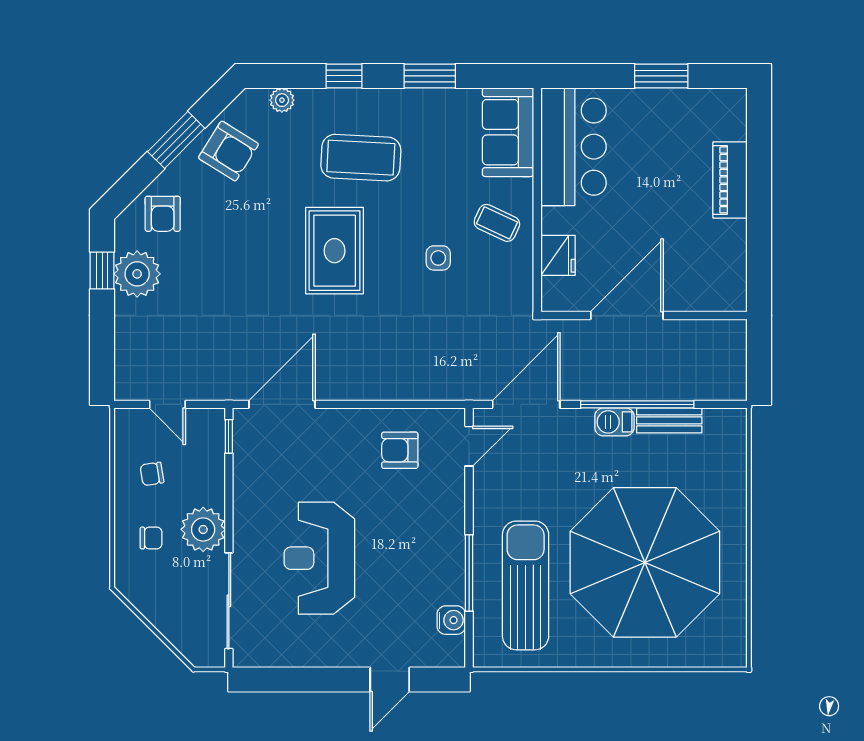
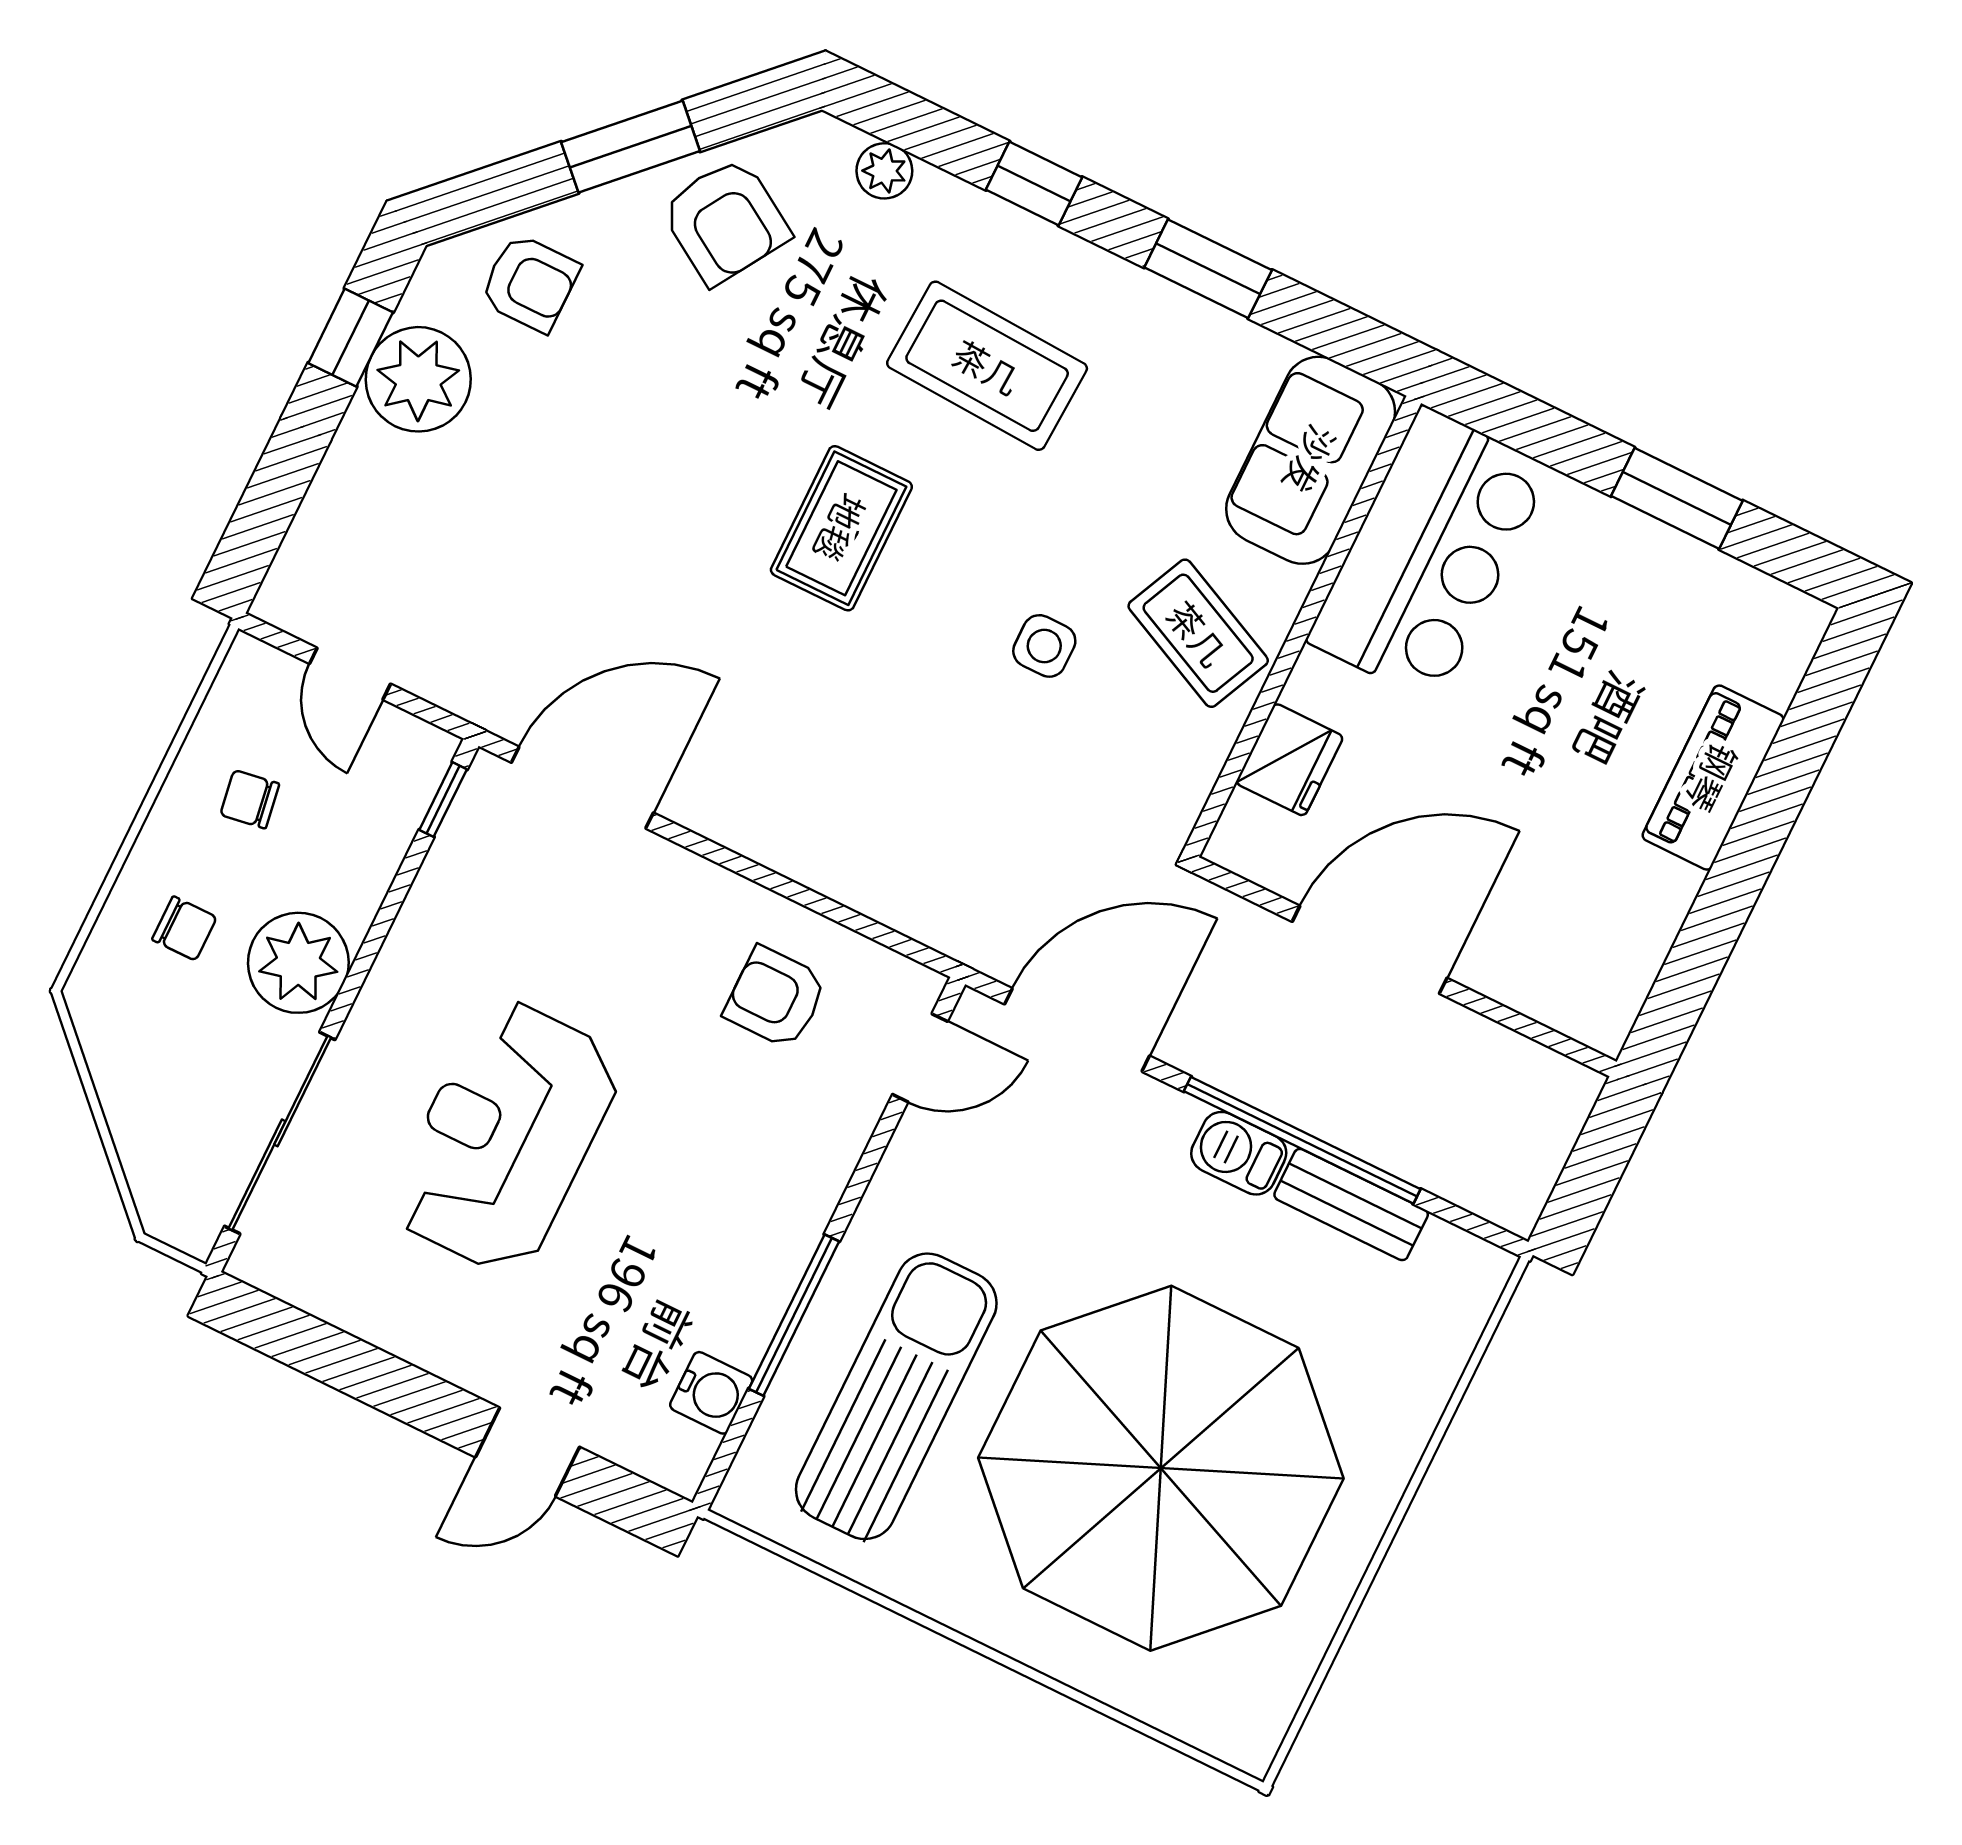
armchair: (163, 214) -> (530, 283), turned -90
coffee table: (497, 223) -> (1198, 633), width x1.36, depth x1.30
rug: (335, 251) -> (841, 528), width x0.73, depth x0.70

